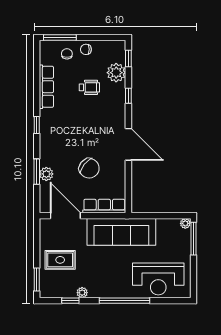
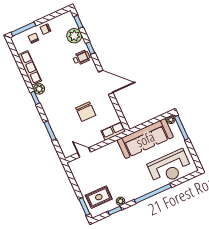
wheelchair: (89, 87) -> (81, 58), moved
chair: (89, 168) -> (86, 112), turned 51
plant: (46, 174) -> (39, 89), moved
row of seats: (104, 206) -> (113, 131), width x0.68
door: (65, 216) -> (84, 152), width x0.53
sofa: (121, 232) -> (145, 139), moved
rug: (60, 260) -> (99, 197), moved

